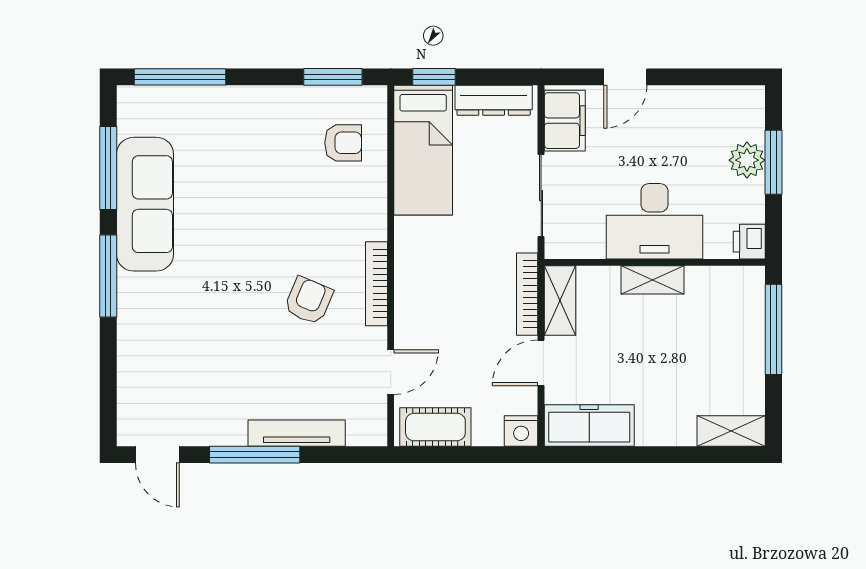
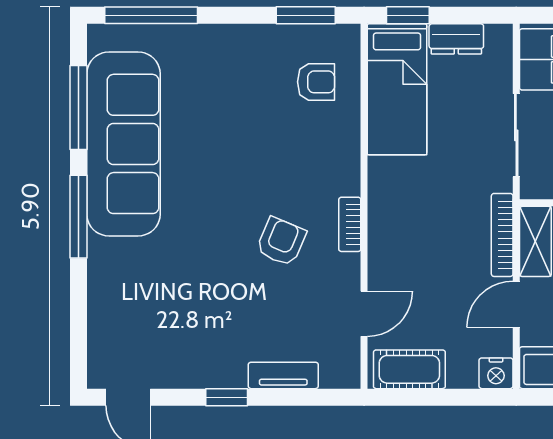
dresser: (494, 100) -> (456, 39), width x0.70
sofa: (145, 204) -> (123, 144), width x1.36, depth x1.27
bookcase: (377, 284) -> (350, 224), width x0.64
tv unit: (297, 433) -> (283, 375), width x0.71
window: (255, 455) -> (227, 397), width x0.46

